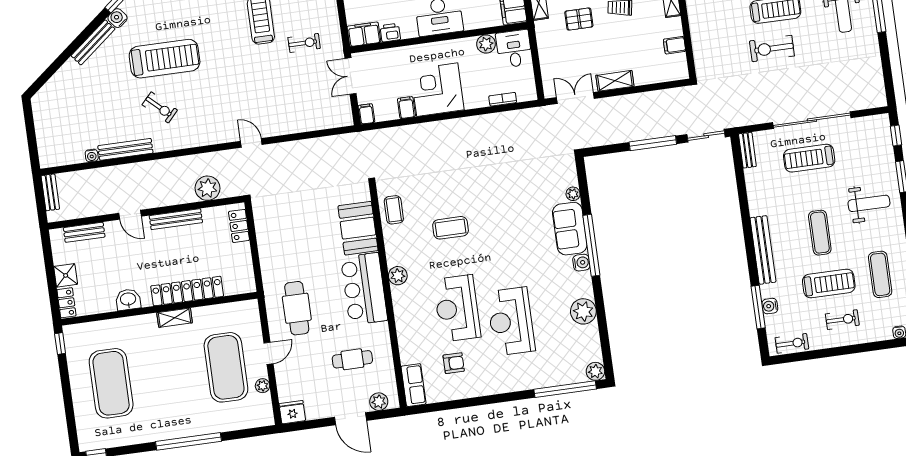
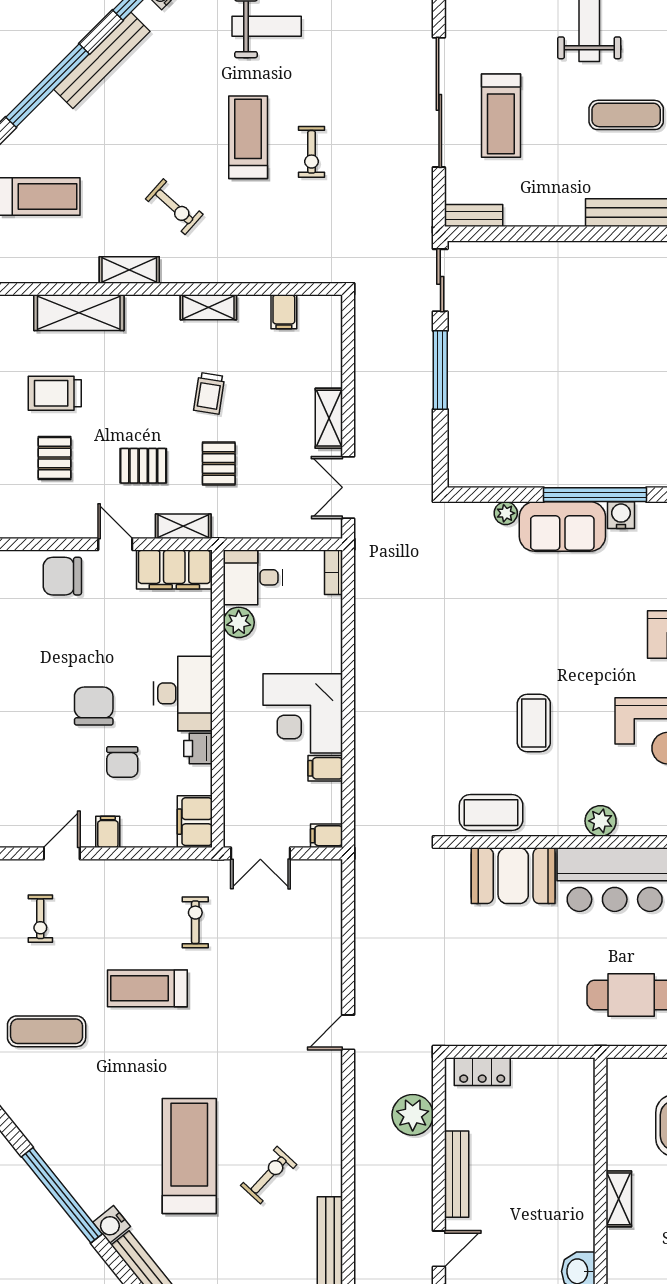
printer: (390, 33) -> (198, 749), moved
exercise bike: (772, 48) -> (312, 152), width x0.73, depth x0.72
bookcase: (503, 99) -> (334, 572), moved
coffee table: (394, 210) -> (491, 813), width x1.36, depth x1.30
locker: (187, 291) -> (578, 1172), removed

